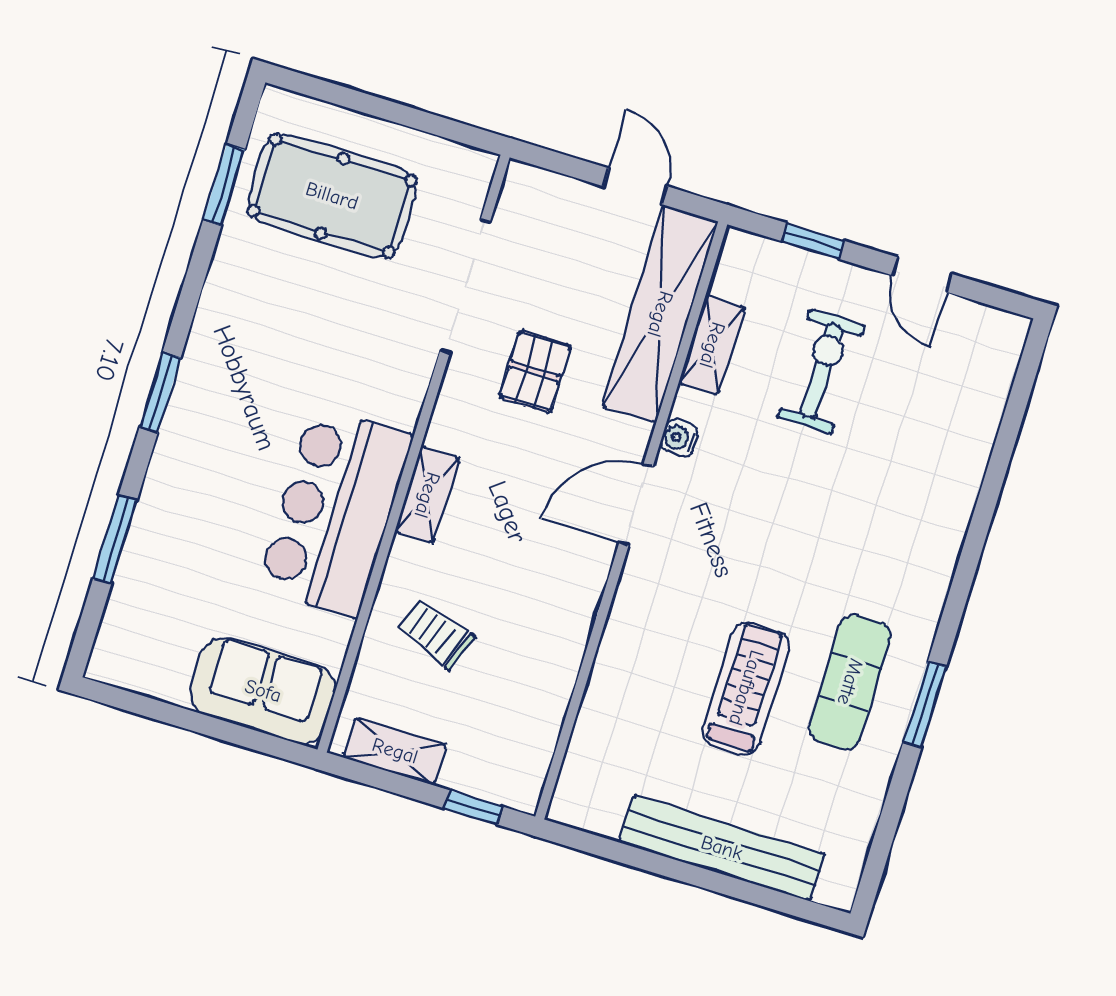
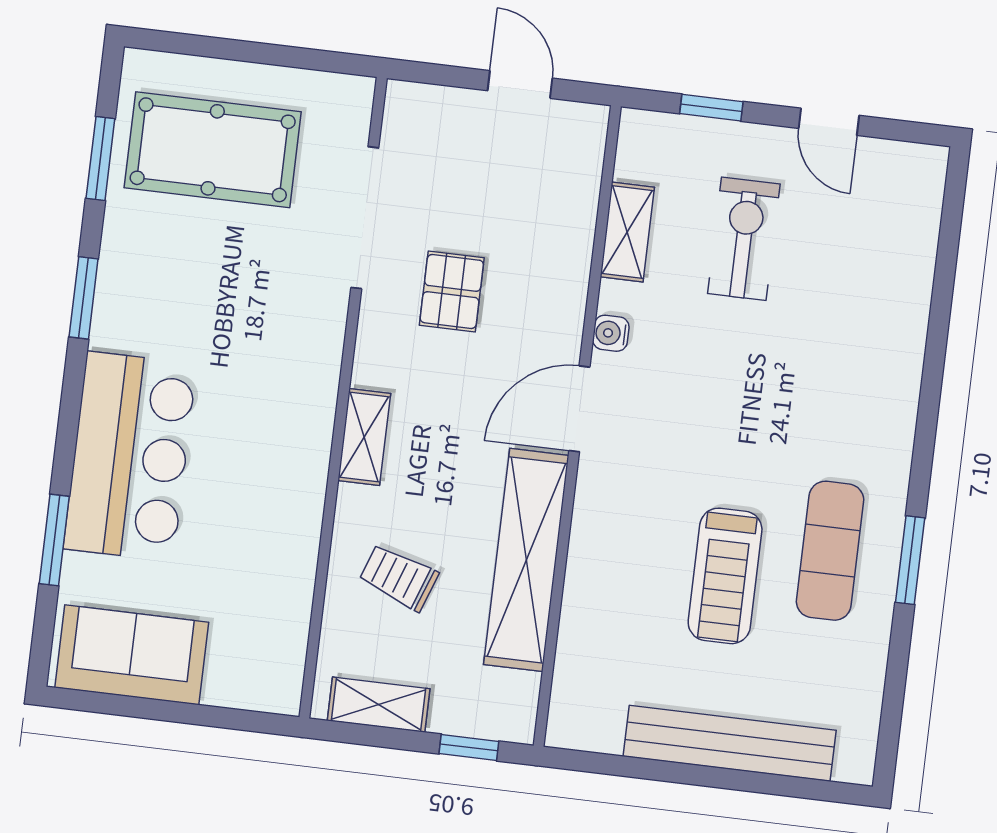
shelving: (660, 314) -> (526, 560), moved
window: (160, 392) -> (84, 298), moved
bar counter: (335, 512) -> (130, 456), moved, turned 180
treadmill: (746, 688) -> (725, 576), turned 180
sofa: (263, 691) -> (132, 655), moved

